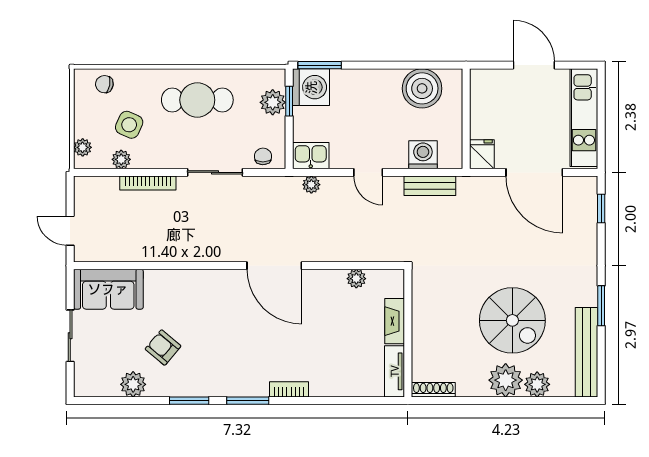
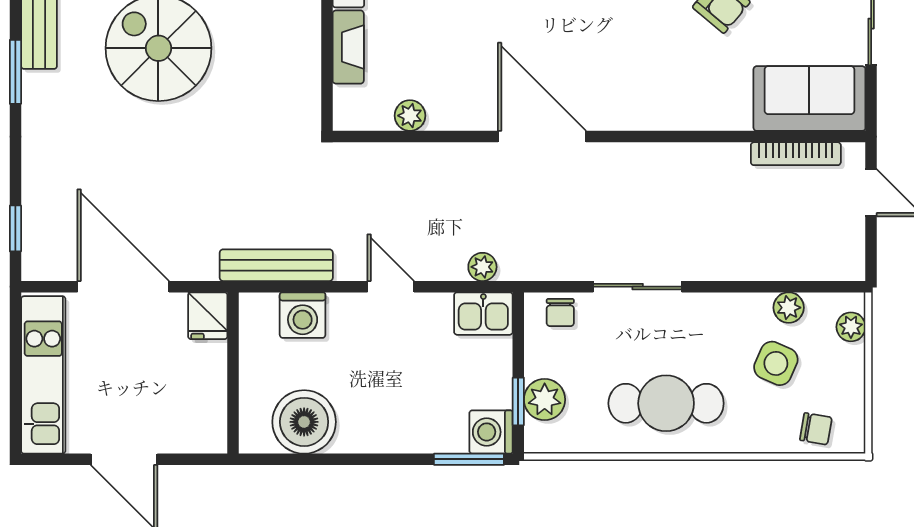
washing machine: (311, 87) -> (491, 432), width x0.73, depth x0.73
bookcase: (148, 183) -> (796, 154), moved, turned 180
bench: (430, 186) -> (276, 265), width x1.36

